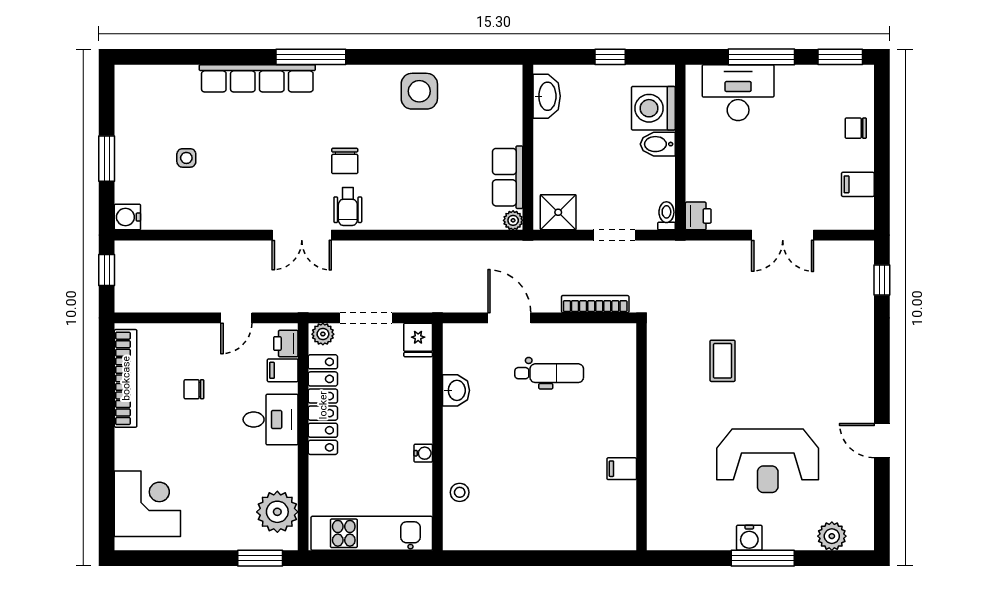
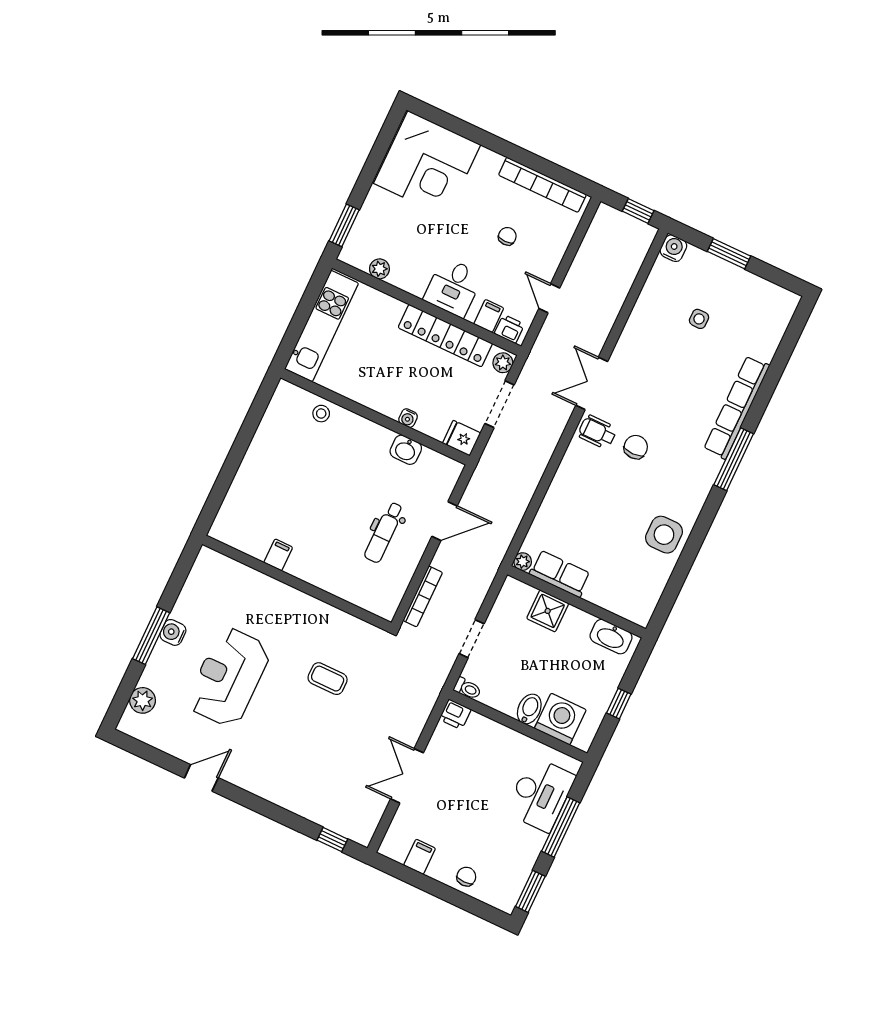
chair: (345, 161) -> (636, 447), turned 90
shower: (558, 212) -> (548, 611), moved
water cooler: (423, 453) -> (408, 418), moved
corner desk: (147, 504) -> (427, 164), width x1.36, depth x1.36
plant: (277, 512) -> (379, 269), width x0.53, depth x0.53

